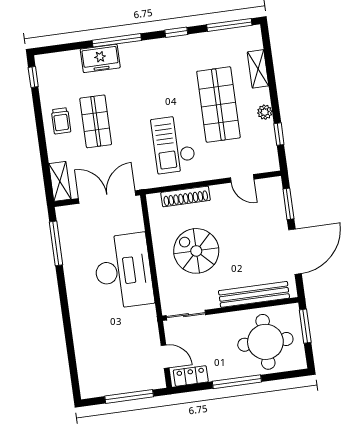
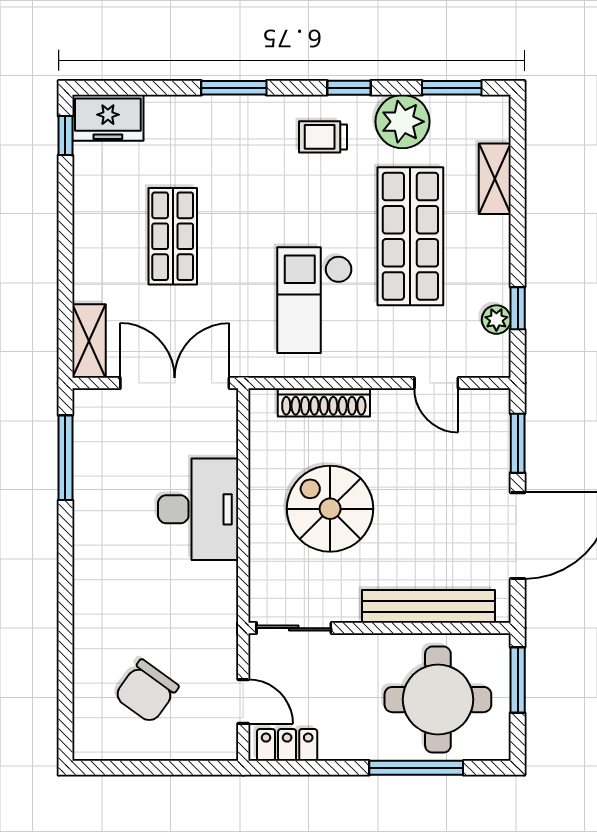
window: (229, 25) -> (452, 88), width x0.69
window: (117, 40) -> (234, 88), width x0.69
plant: (206, 46) -> (403, 122), added
freezer: (100, 58) -> (108, 118), moved
plant: (265, 112) -> (496, 320), moved
trolley: (61, 121) -> (323, 137), moved, turned 90
desk: (123, 271) -> (198, 509), width x0.73, depth x0.77
chair: (114, 358) -> (147, 691), added
window: (237, 382) -> (416, 768), moved
window: (129, 396) -> (165, 768), removed

